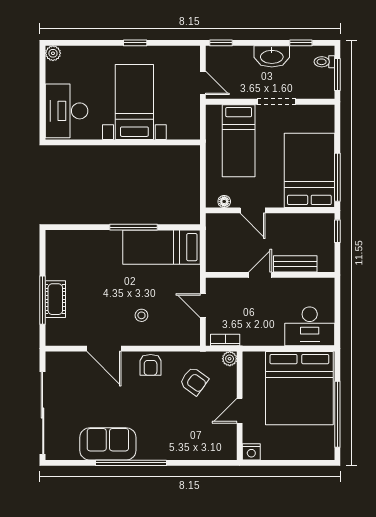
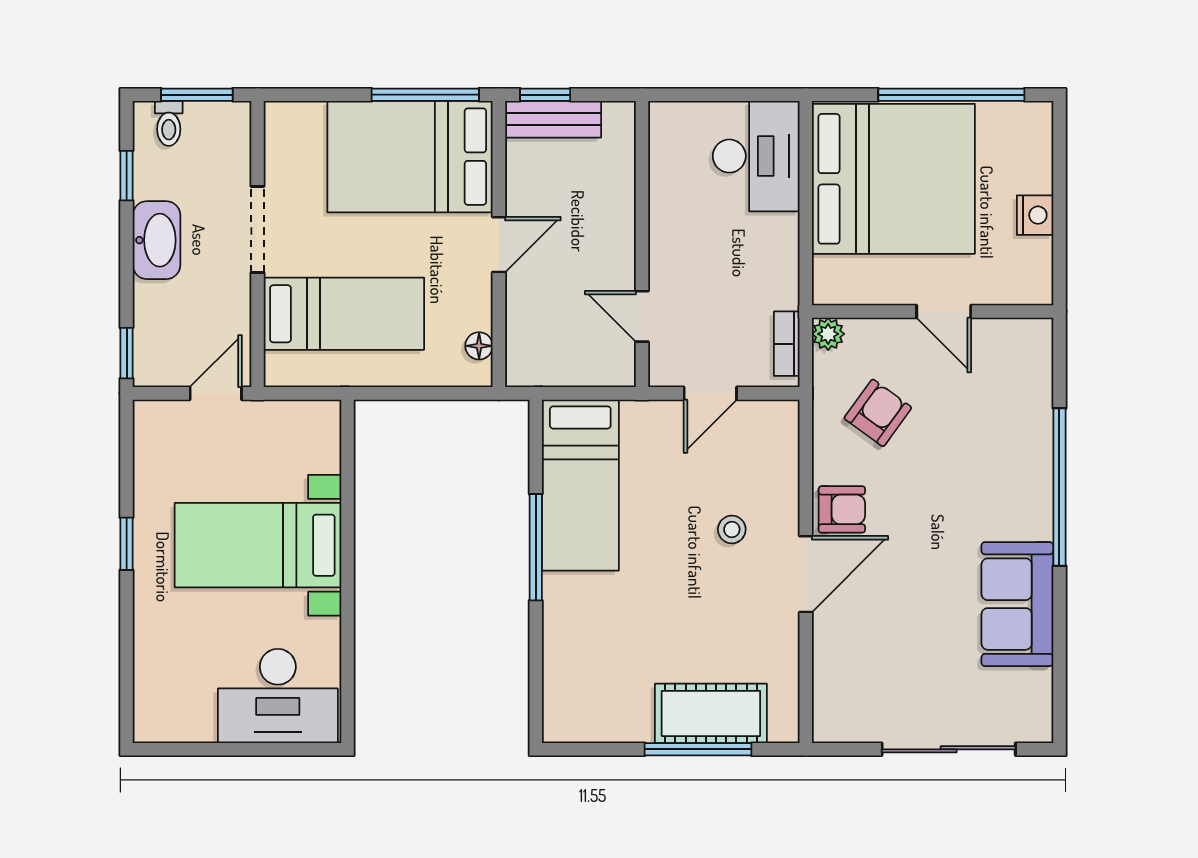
plant: (53, 53) -> (150, 726), removed
door: (253, 210) -> (499, 245), moved
bench: (295, 264) -> (553, 119), moved, turned 90
door: (260, 275) -> (642, 316), moved
cot: (55, 299) -> (711, 713), width x1.37, depth x1.34
door: (104, 349) -> (806, 574), moved
sliding door: (43, 413) -> (949, 749), width x0.73
nightstand: (251, 452) -> (1035, 215), moved
window: (131, 463) -> (1059, 487), moved

